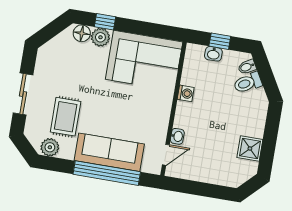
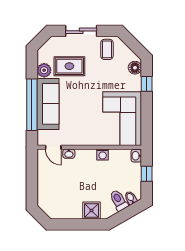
plant: (100, 37) -> (134, 82), removed
washbasin: (213, 54) -> (136, 156), moved
coffee table: (52, 65) -> (107, 49), added
plant: (50, 147) -> (44, 70), moved
shower: (250, 148) -> (91, 211), moved

